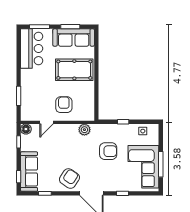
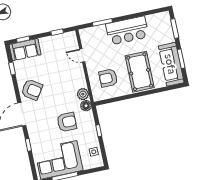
bar counter: (32, 49) -> (127, 31), moved
armchair: (64, 105) -> (108, 78), moved, turned 180
floor lamp: (26, 129) -> (86, 106), moved
armchair: (108, 151) -> (67, 122), turned -90
sofa: (29, 172) -> (25, 50), width x0.73

